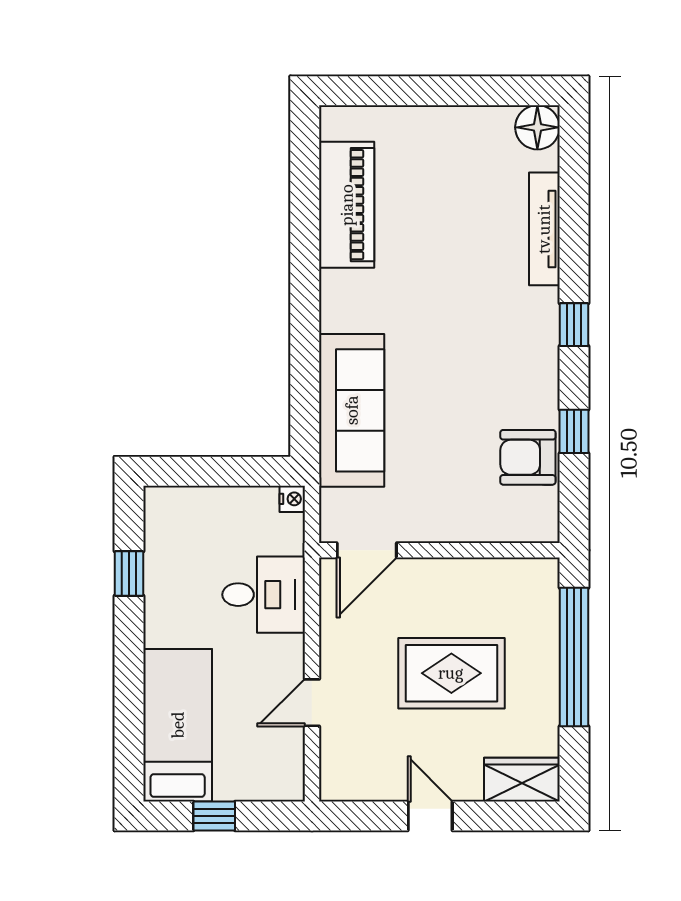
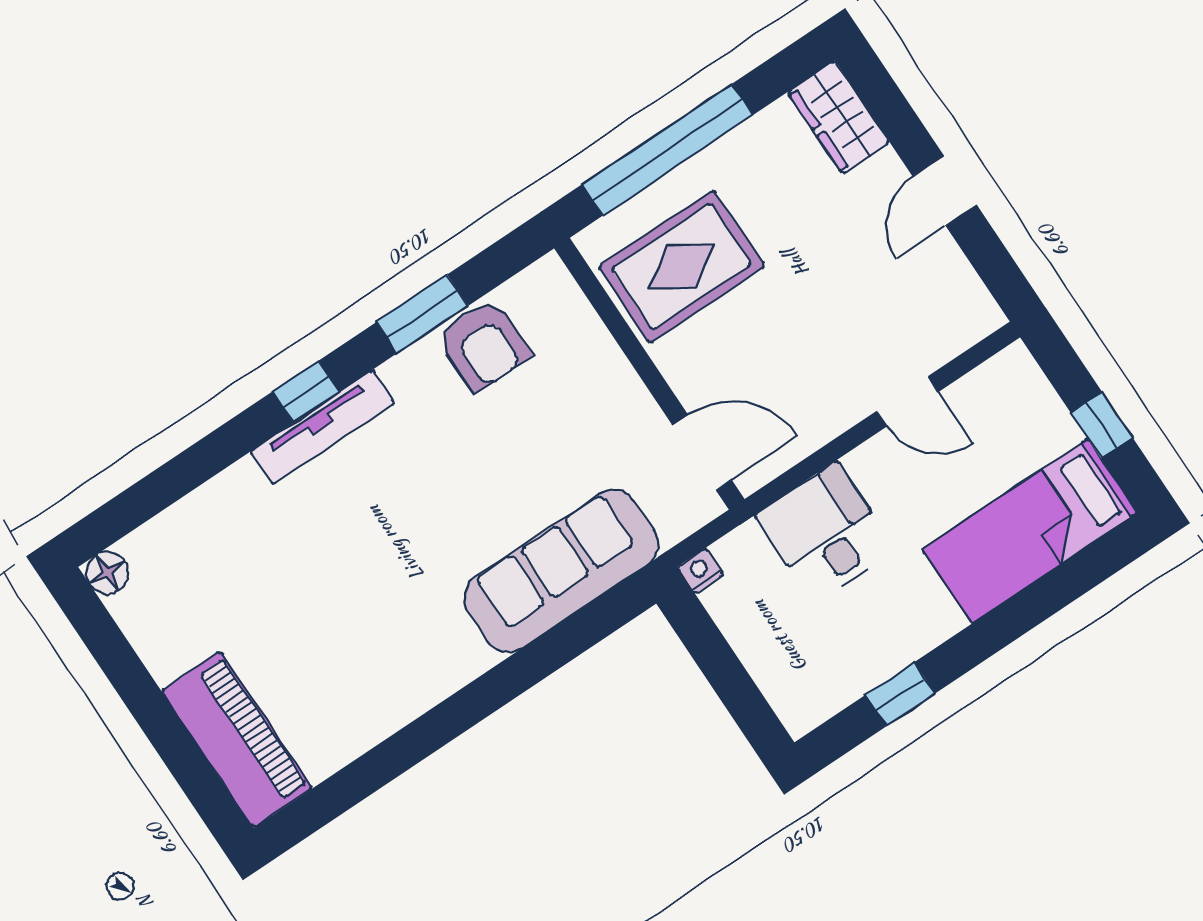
floor lamp: (537, 127) -> (107, 573), width x0.73, depth x0.73
piano: (347, 205) -> (237, 740), moved, turned 90
tv unit: (544, 229) -> (323, 427), moved
window: (574, 431) -> (422, 314), width x1.50
rug: (451, 673) -> (682, 266), moved, turned 90

